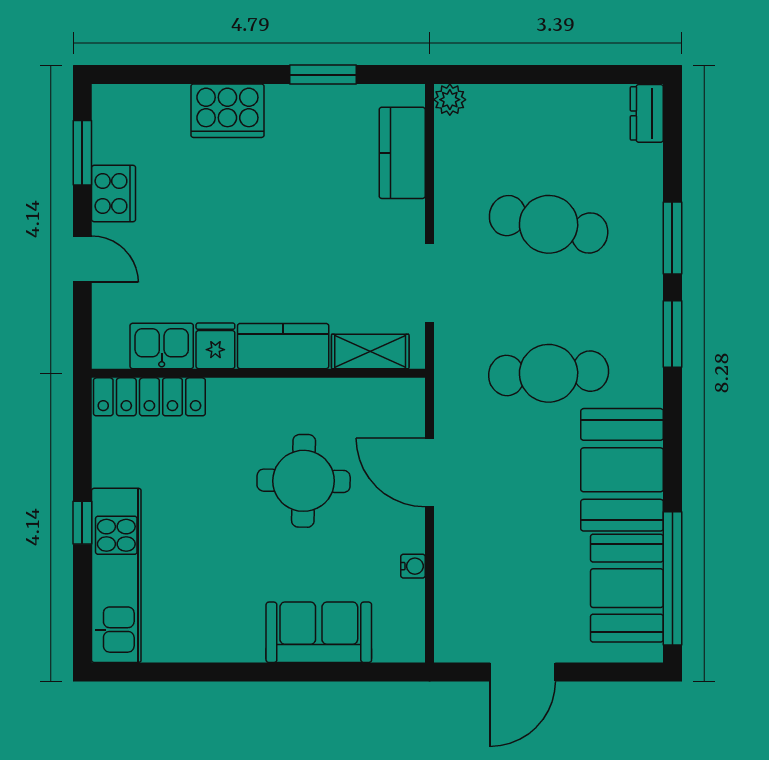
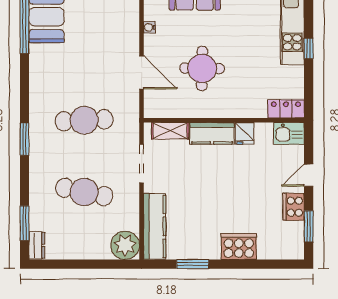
plant: (450, 100) -> (125, 245), width x1.88, depth x1.88
kitchen counter: (402, 153) -> (155, 226), width x1.50
window: (672, 238) -> (25, 223), moved
door: (82, 259) -> (309, 175), hinge flipped
kitchen sink: (162, 346) -> (289, 133), moved
locker: (149, 397) -> (286, 109), width x0.66
booth: (622, 470) -> (49, 74), removed

